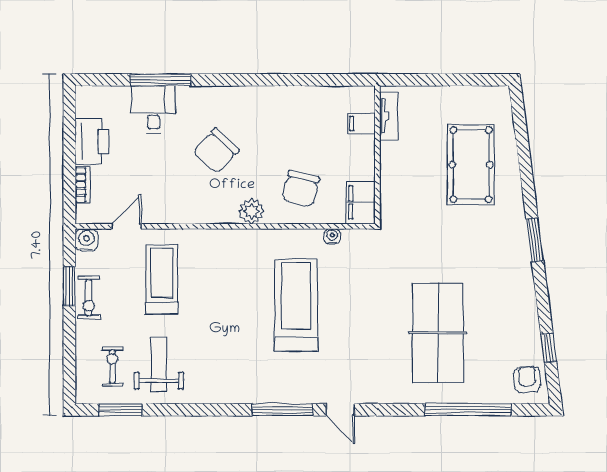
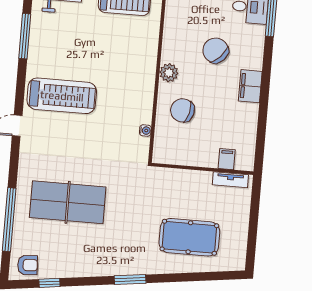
filing cabinet: (361, 203) -> (250, 86), moved, turned -90
treadmill: (296, 305) -> (62, 96), moved
window: (283, 410) -> (25, 36), moved

